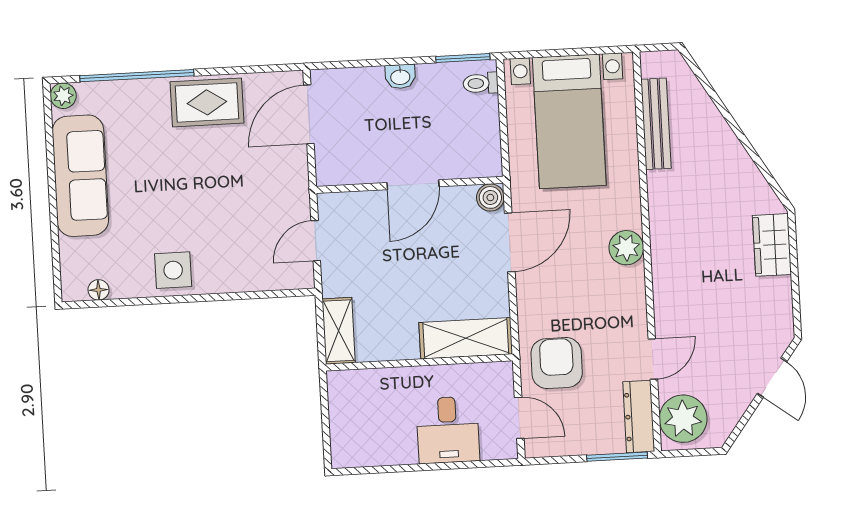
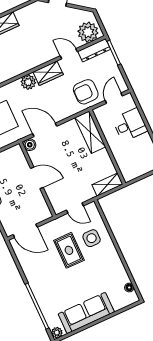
rug: (207, 102) -> (69, 250), moved
side table: (173, 270) -> (92, 238), moved
wardrobe: (629, 298) -> (48, 73), added

